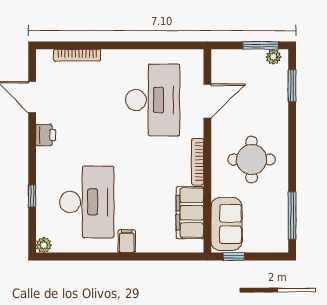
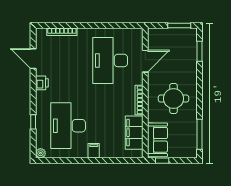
plant: (273, 57) -> (188, 33), removed
desk: (153, 100) -> (110, 60), turned 180
desk: (87, 202) -> (68, 126), turned 180

